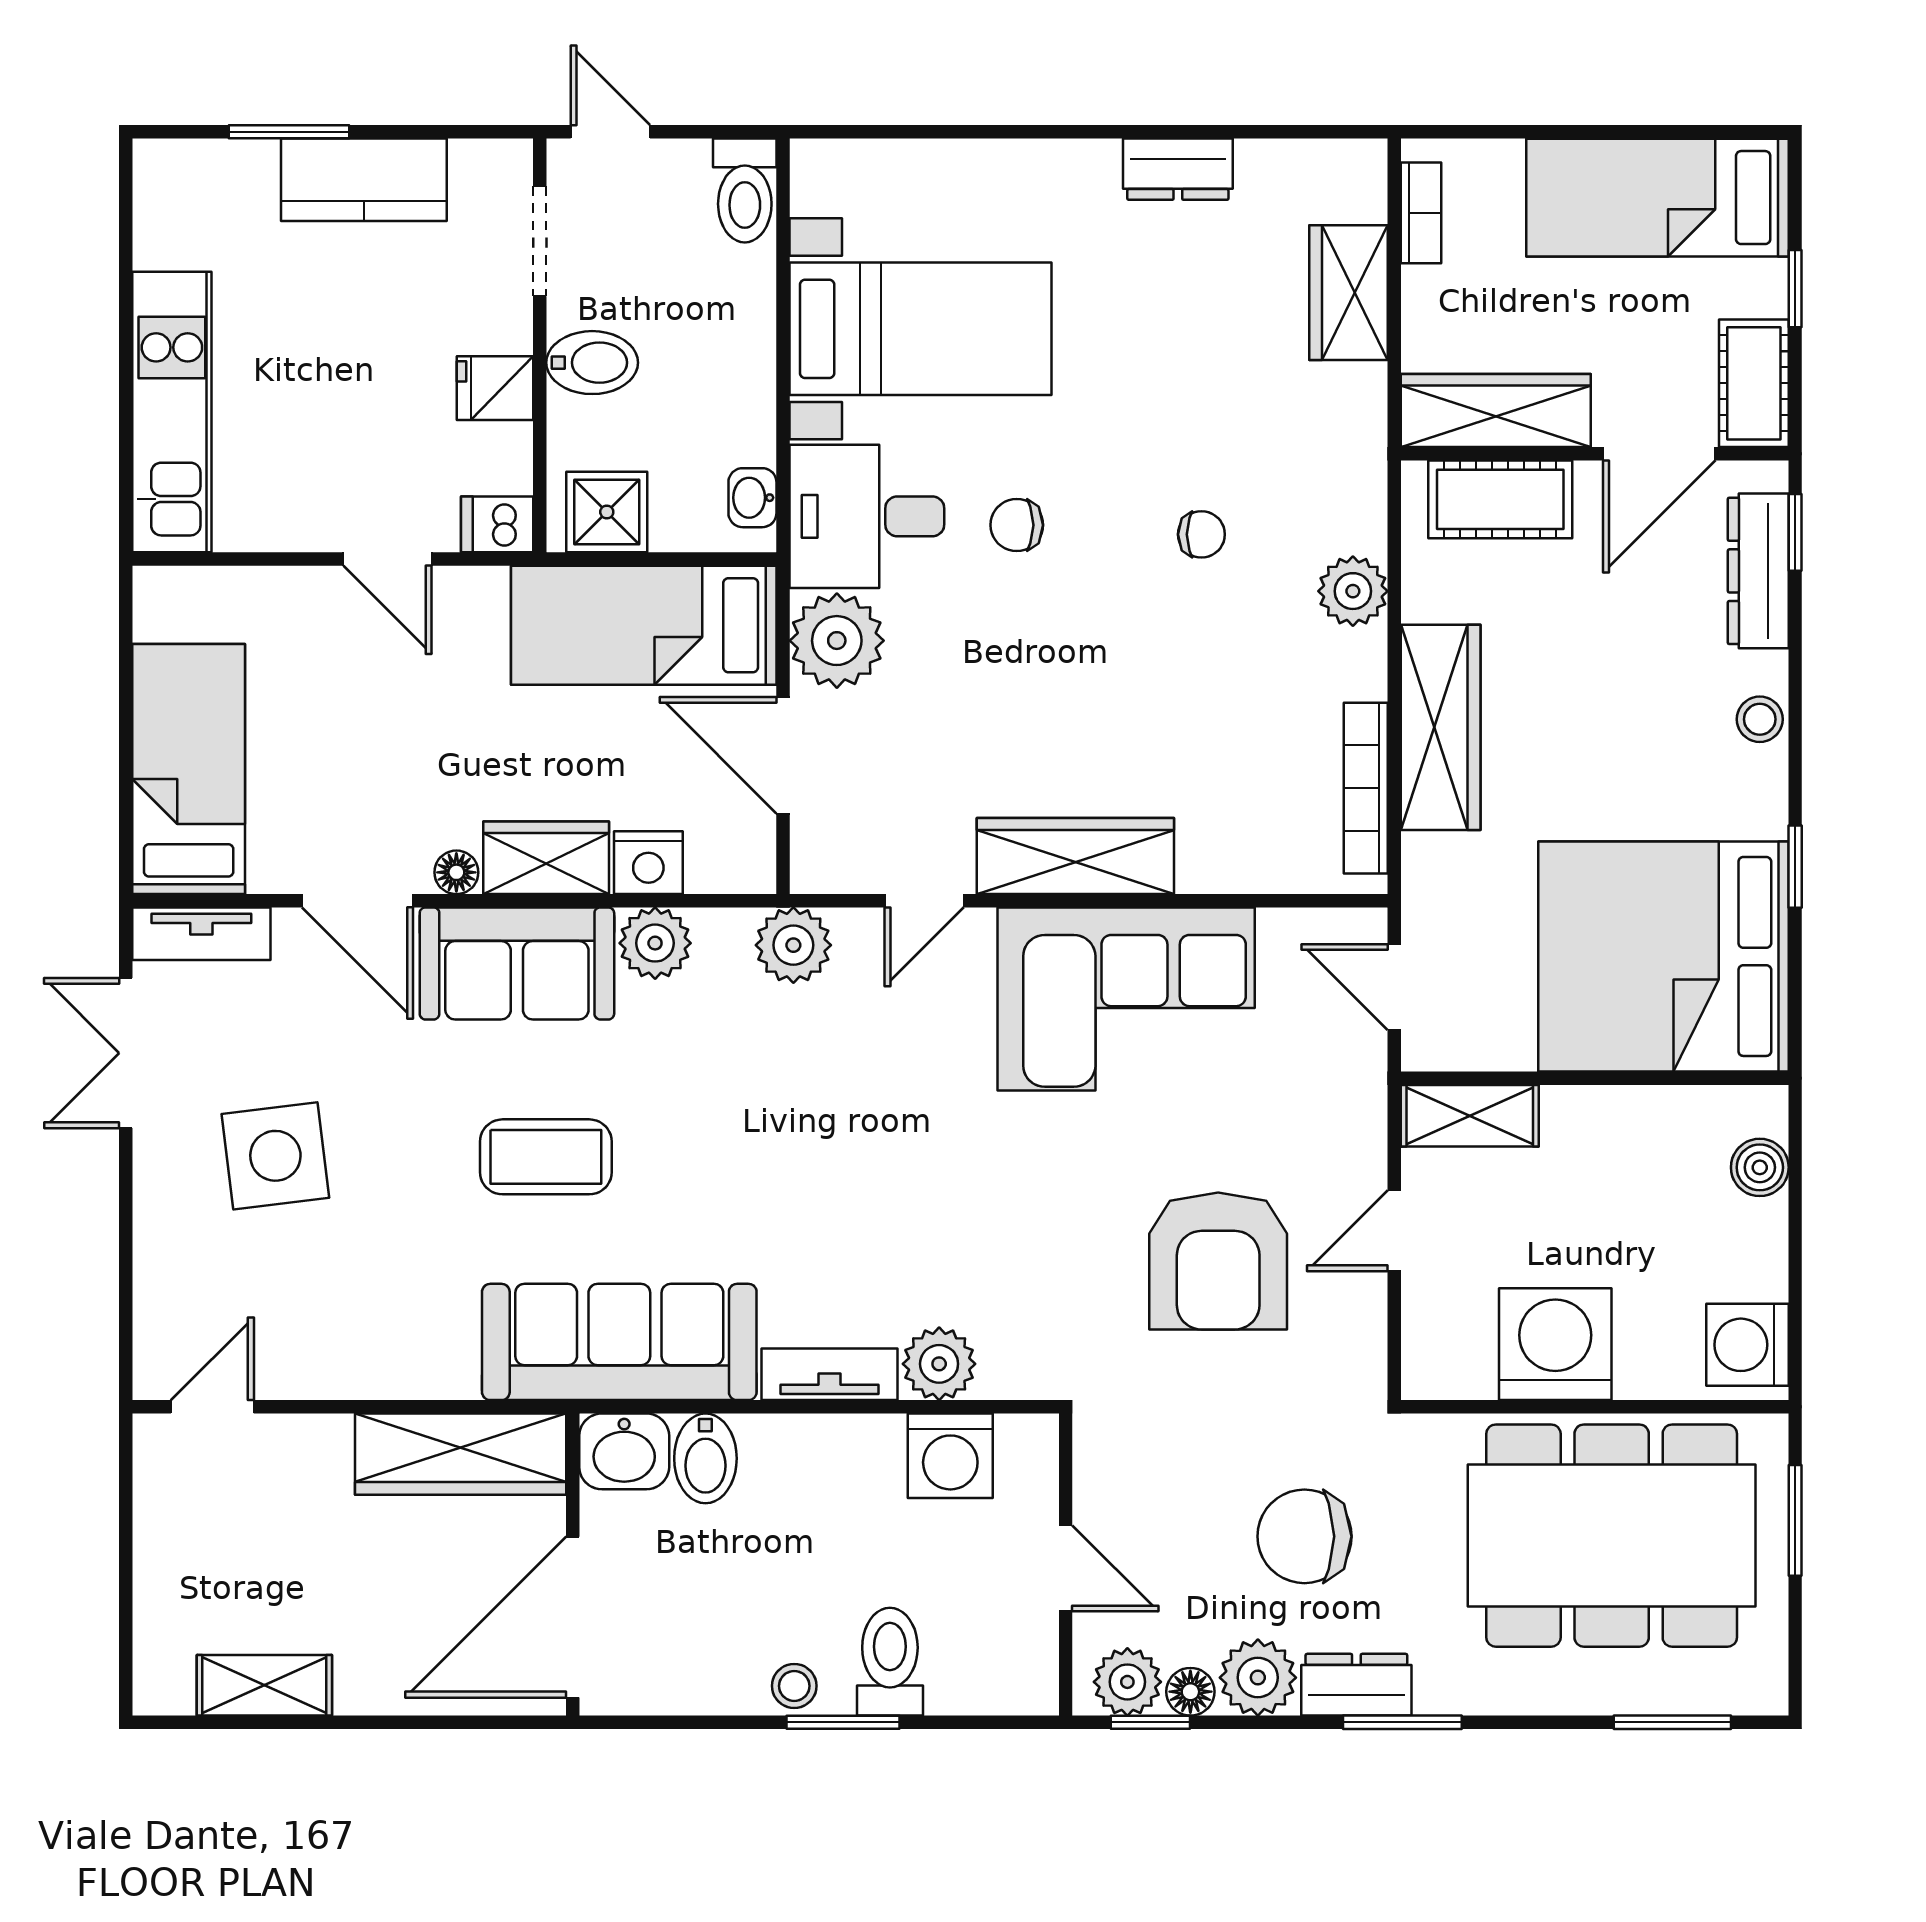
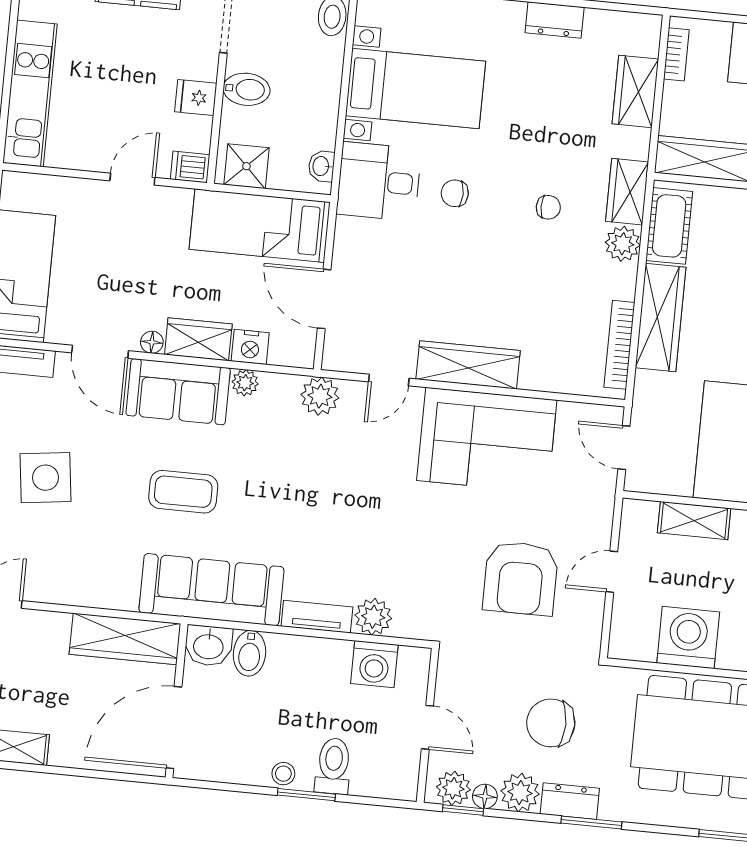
wardrobe: (1352, 489) -> (627, 192), added
cot: (1500, 499) -> (669, 226), moved, turned 90
door: (387, 559) -> (132, 179), swing flipped
plant: (837, 641) -> (357, 243), removed
plant: (655, 943) -> (245, 383), width x0.73, depth x0.73
shelving: (1470, 1116) -> (694, 521), moved

